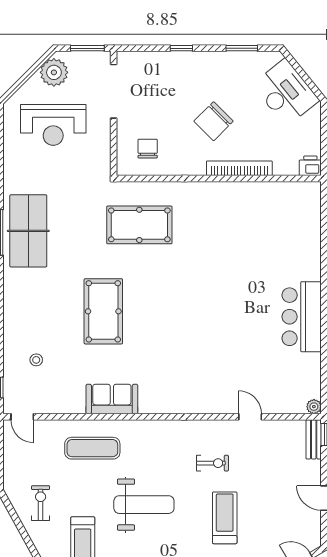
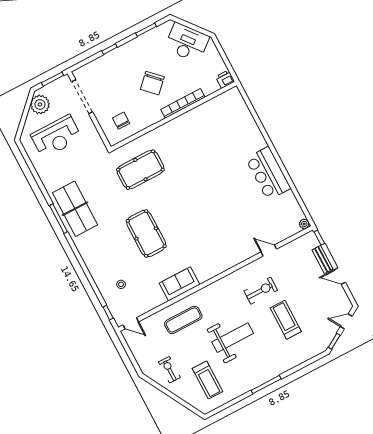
bench: (314, 439) -> (323, 259), moved
exercise bike: (212, 463) -> (261, 291), width x1.38, depth x1.39

